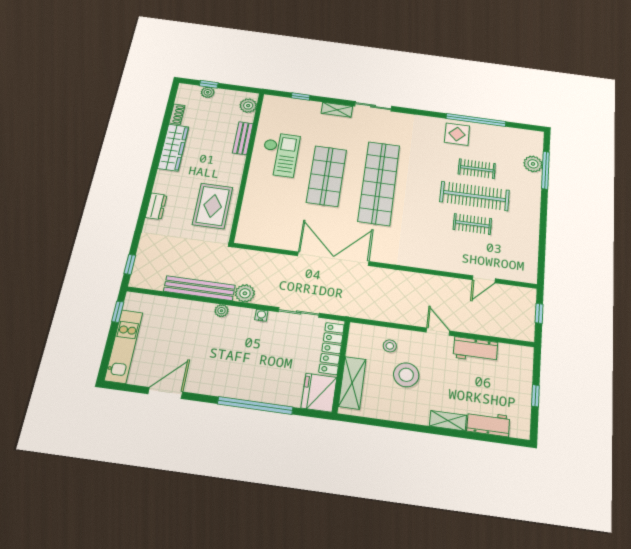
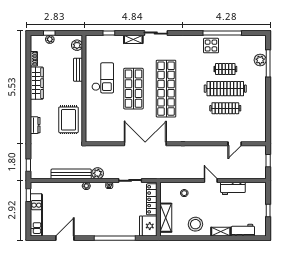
clothes rail: (472, 224) -> (225, 108), width x1.36
stool: (406, 375) -> (195, 224), moved

